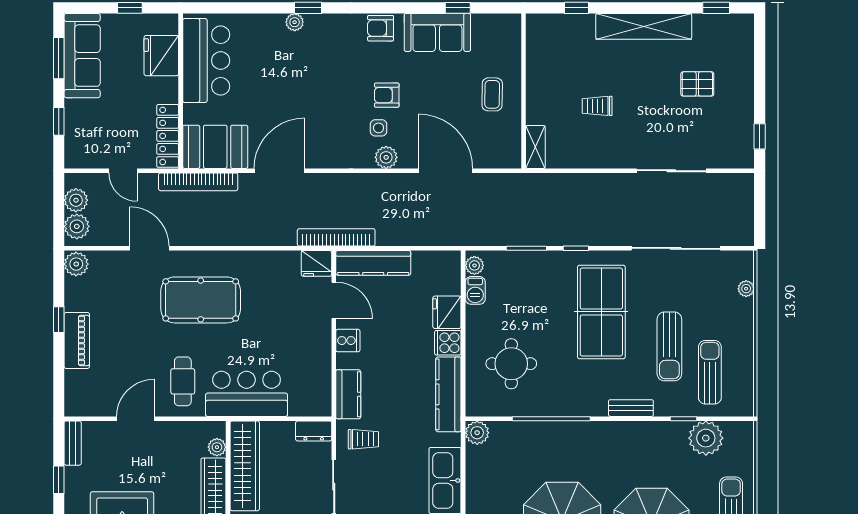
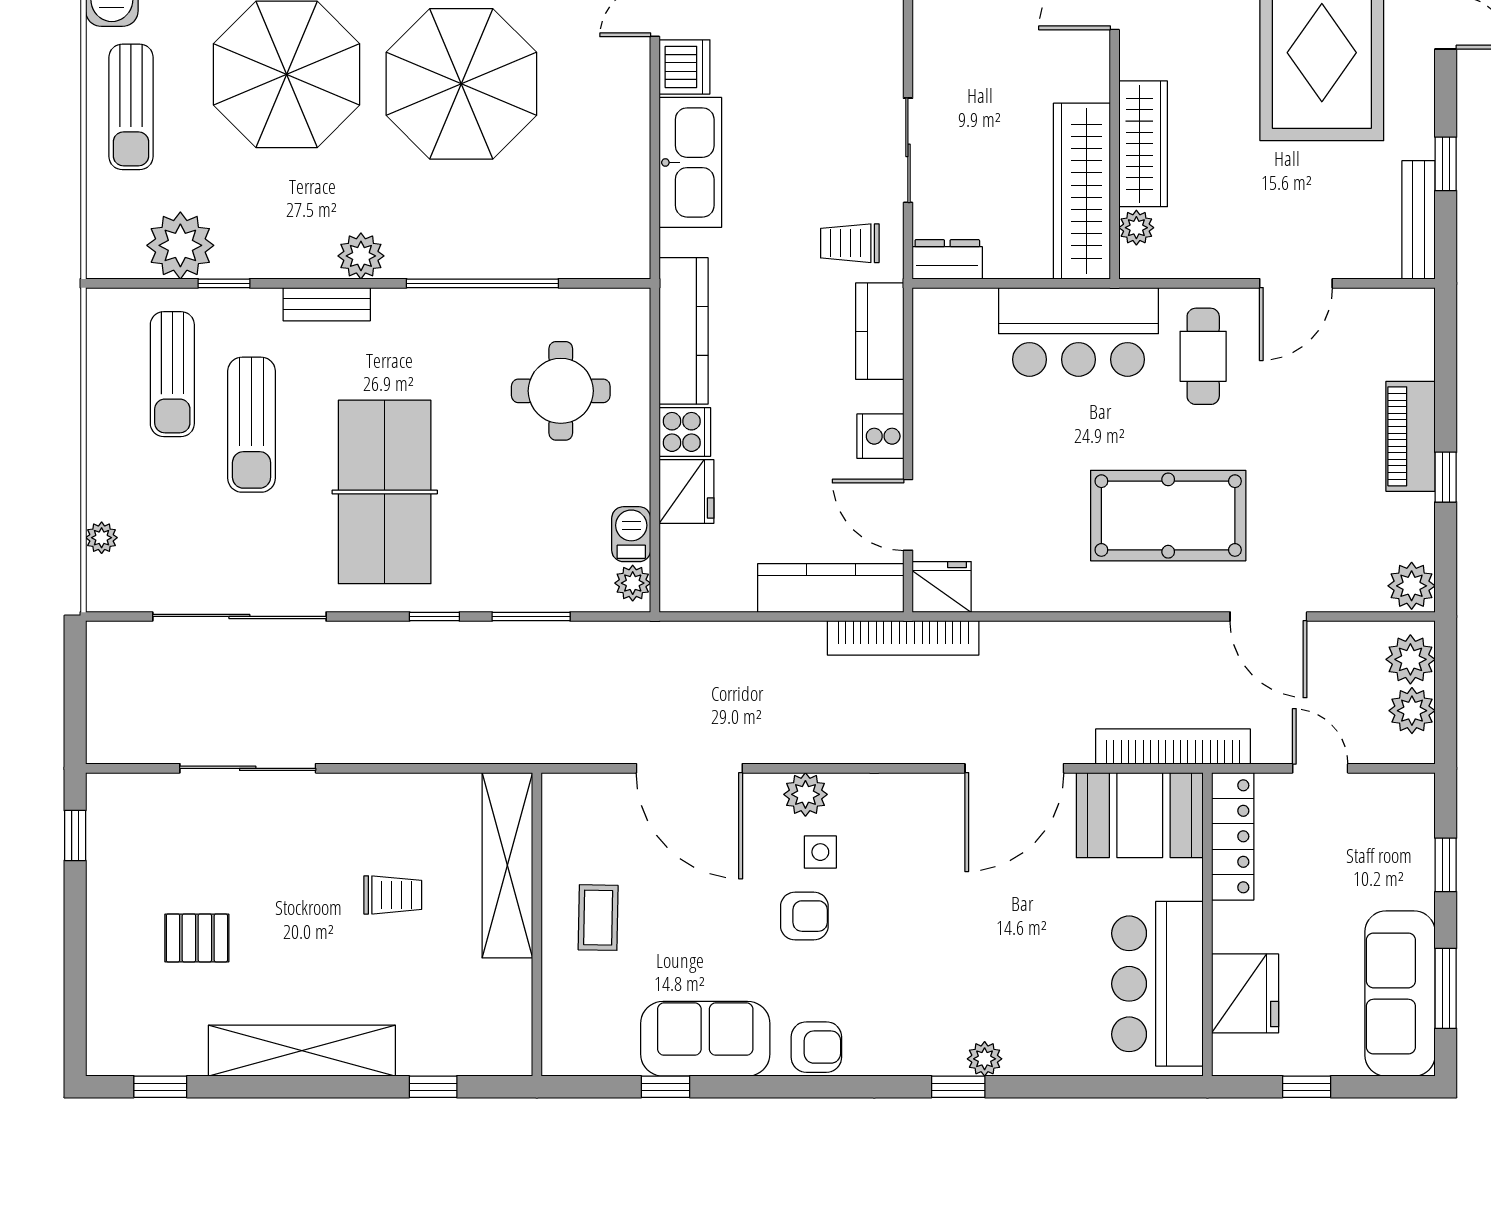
shelving: (535, 147) -> (507, 865), width x2.20, depth x1.33
sun lounger: (669, 346) -> (252, 425), turned 180
plant: (477, 433) -> (361, 256), moved
bench: (73, 443) -> (1419, 220), width x1.36

